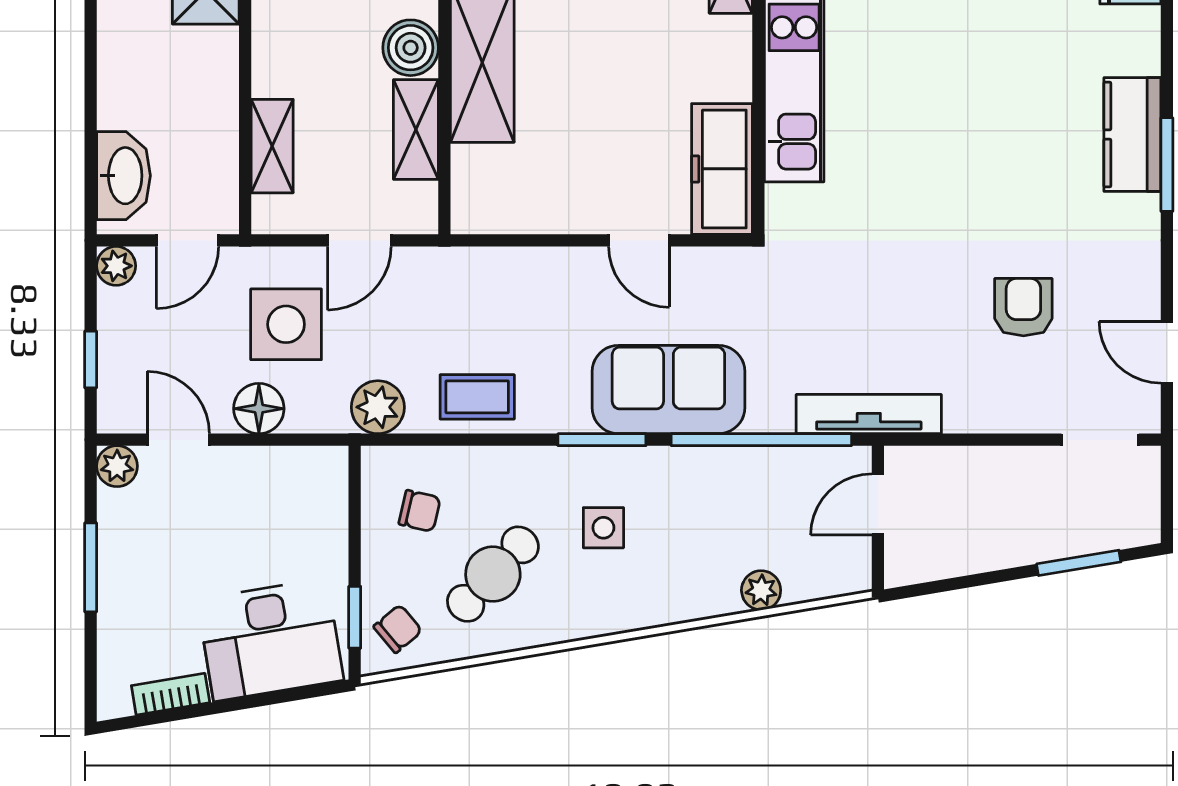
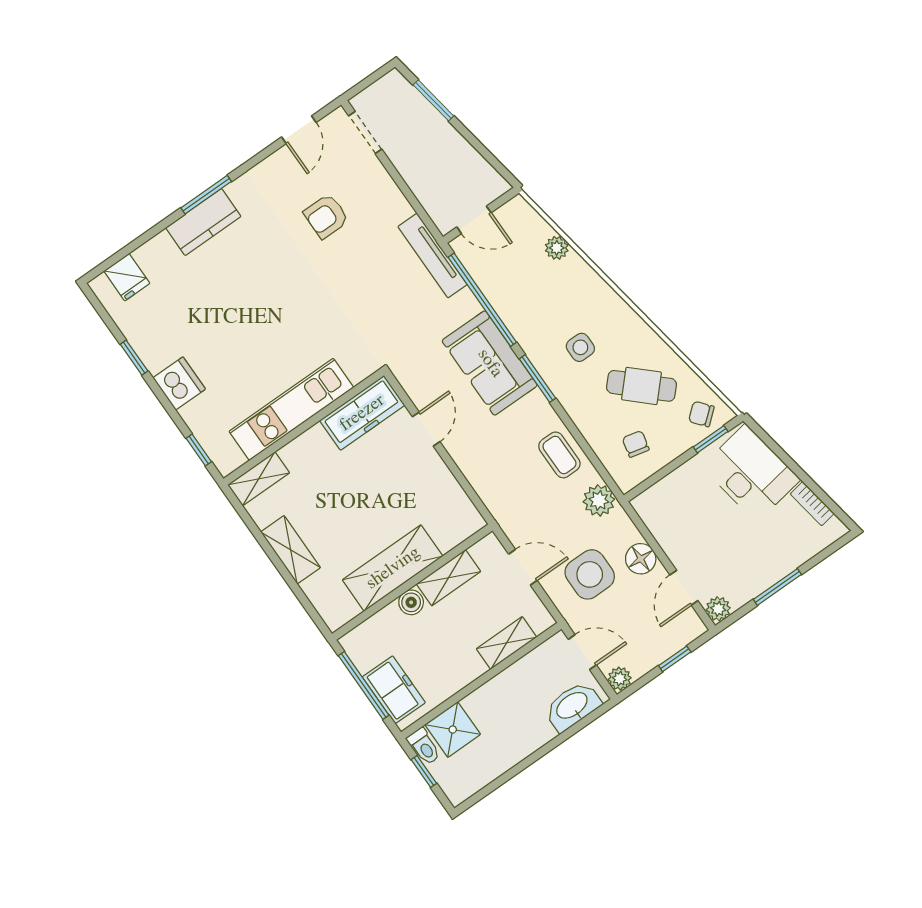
boiler: (411, 48) -> (411, 602), width x0.73, depth x0.73

